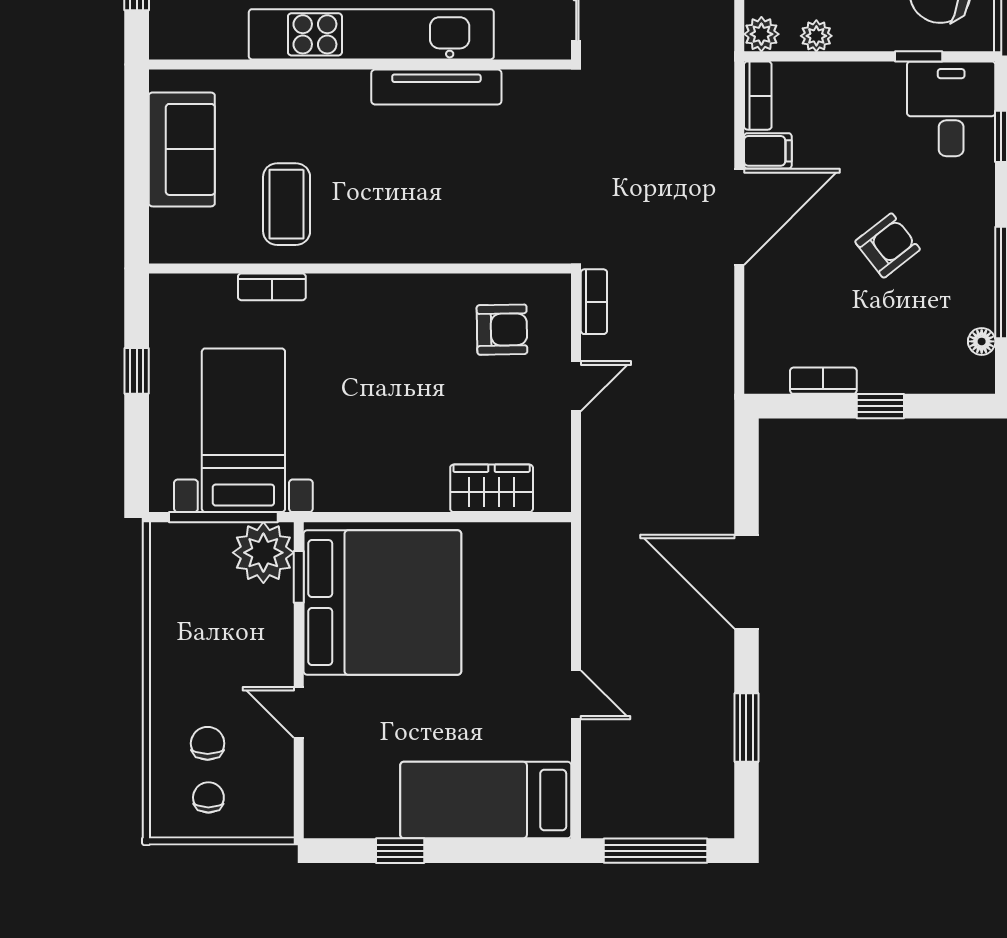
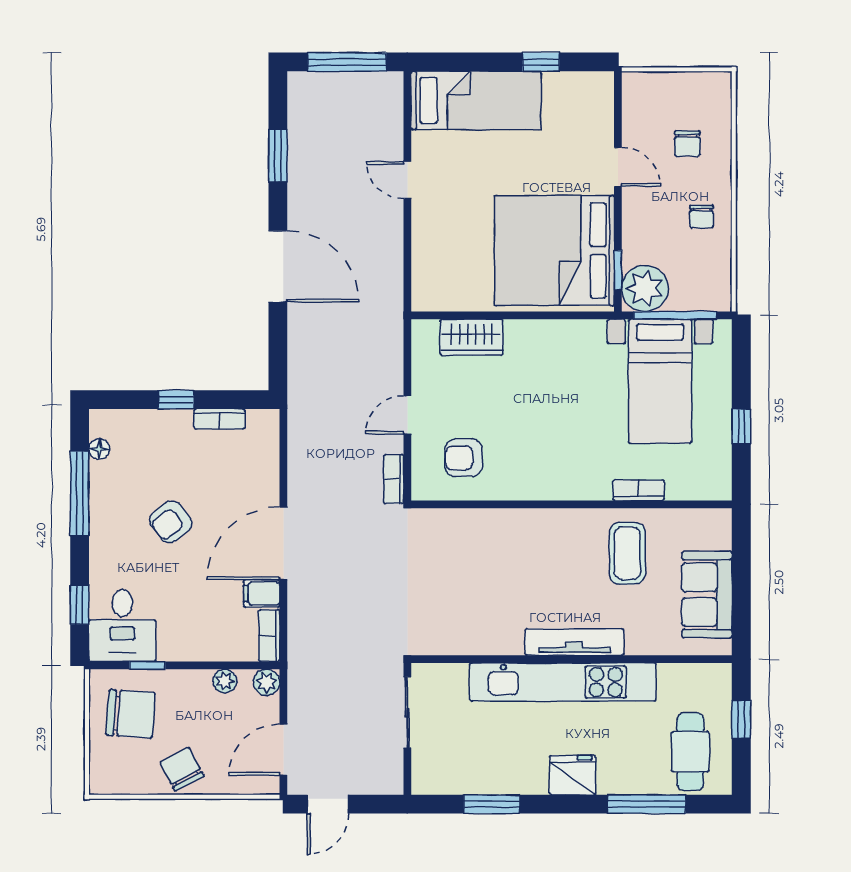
tv unit: (436, 87) -> (574, 642), moved
chair: (208, 797) -> (702, 217), moved

